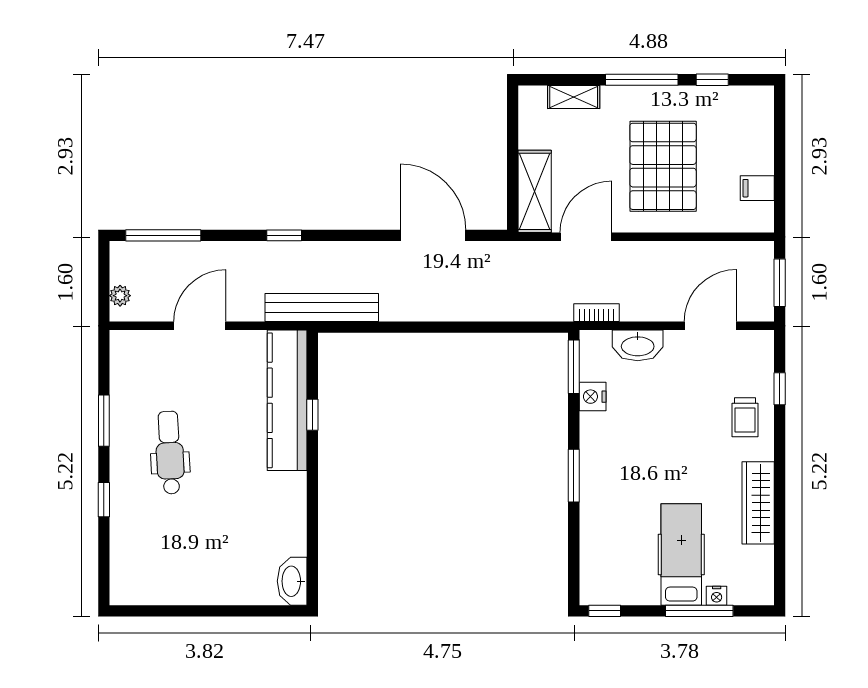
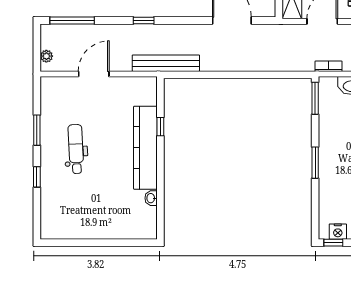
nightstand: (593, 397) -> (338, 232), moved, turned -90
kitchen counter: (287, 400) -> (145, 148), moved
washbasin: (292, 581) -> (151, 198), moved, width x0.52, depth x0.69

